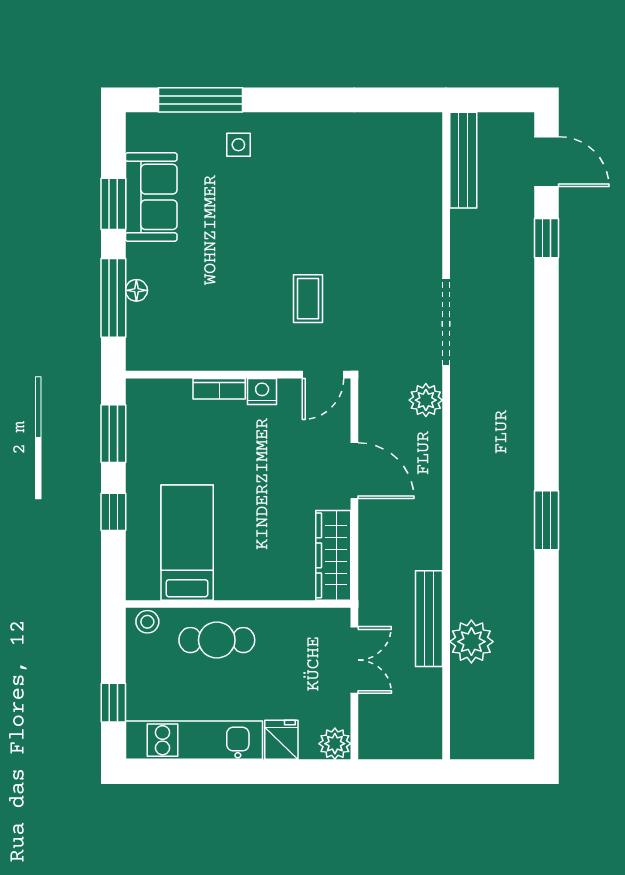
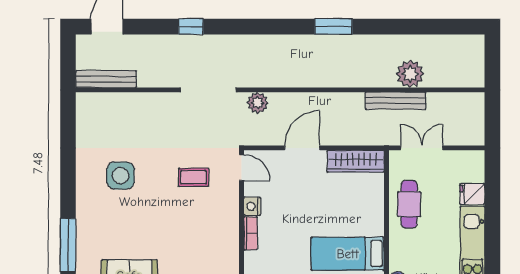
side table: (238, 145) -> (120, 176), moved, width x1.87, depth x1.87
window: (546, 238) -> (191, 27), moved
cafe table: (217, 640) -> (409, 204), moved
plant: (335, 744) -> (475, 160), removed

